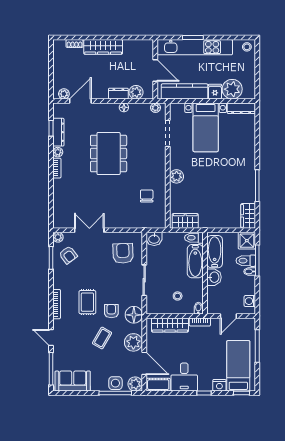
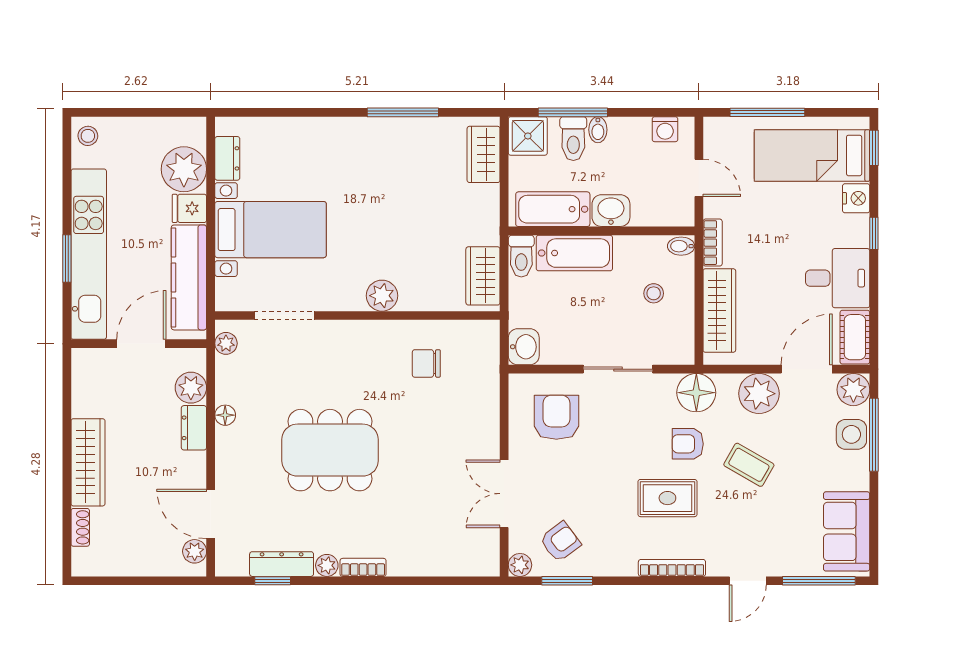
dresser: (241, 108) -> (227, 158), width x0.70
wardrobe: (248, 216) -> (484, 154), moved, turned 90
armchair: (123, 253) -> (556, 417), turned 92

